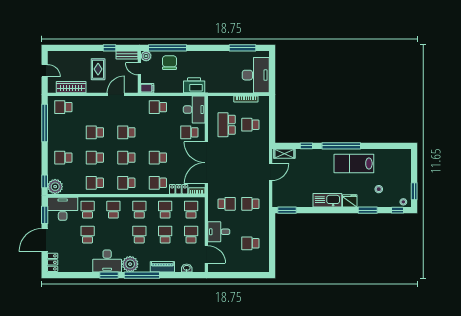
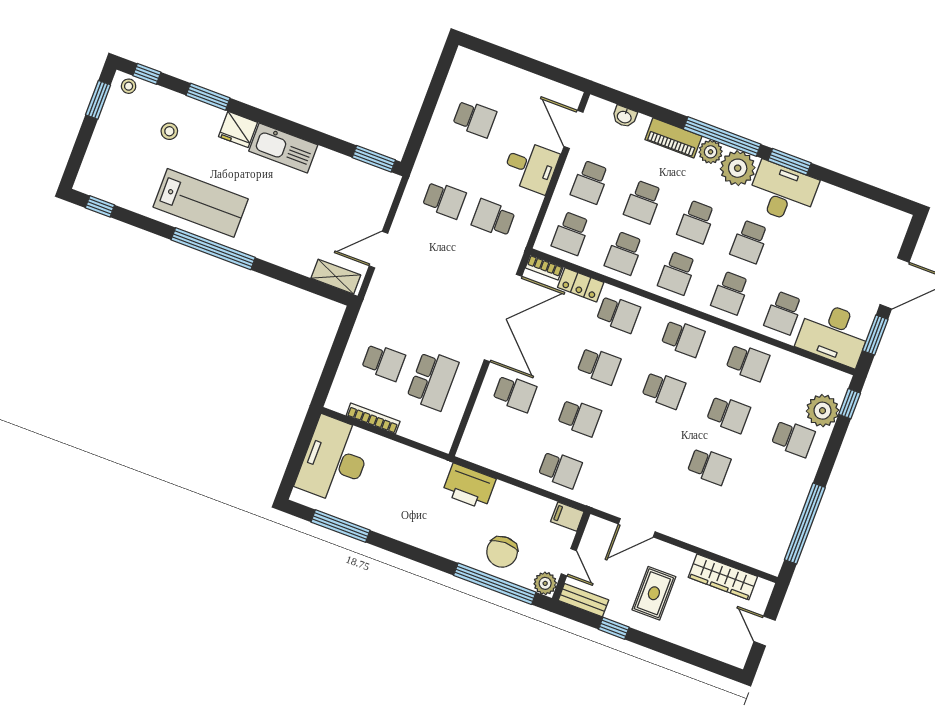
school desk: (63, 107) -> (754, 542), removed
desk: (194, 110) -> (487, 436), removed
school desk: (126, 132) -> (580, 418), moved
window: (306, 146) -> (100, 206), moved
plant: (55, 187) -> (823, 411), moved
school desk: (88, 235) -> (749, 242), moved
locker: (53, 262) -> (895, 231), removed
plant: (144, 267) -> (711, 152), added

